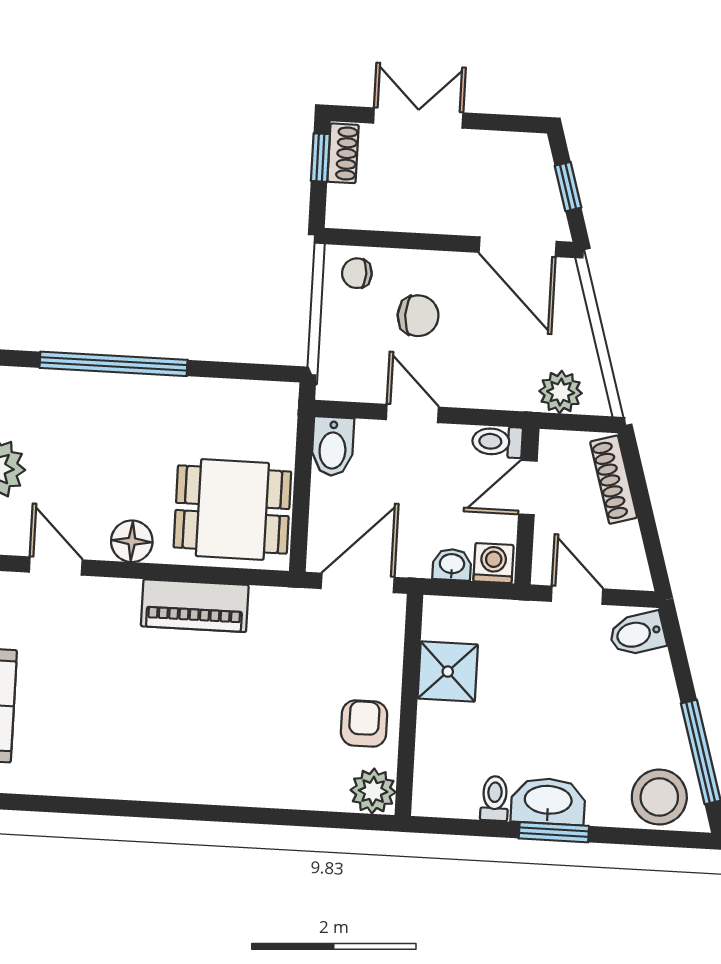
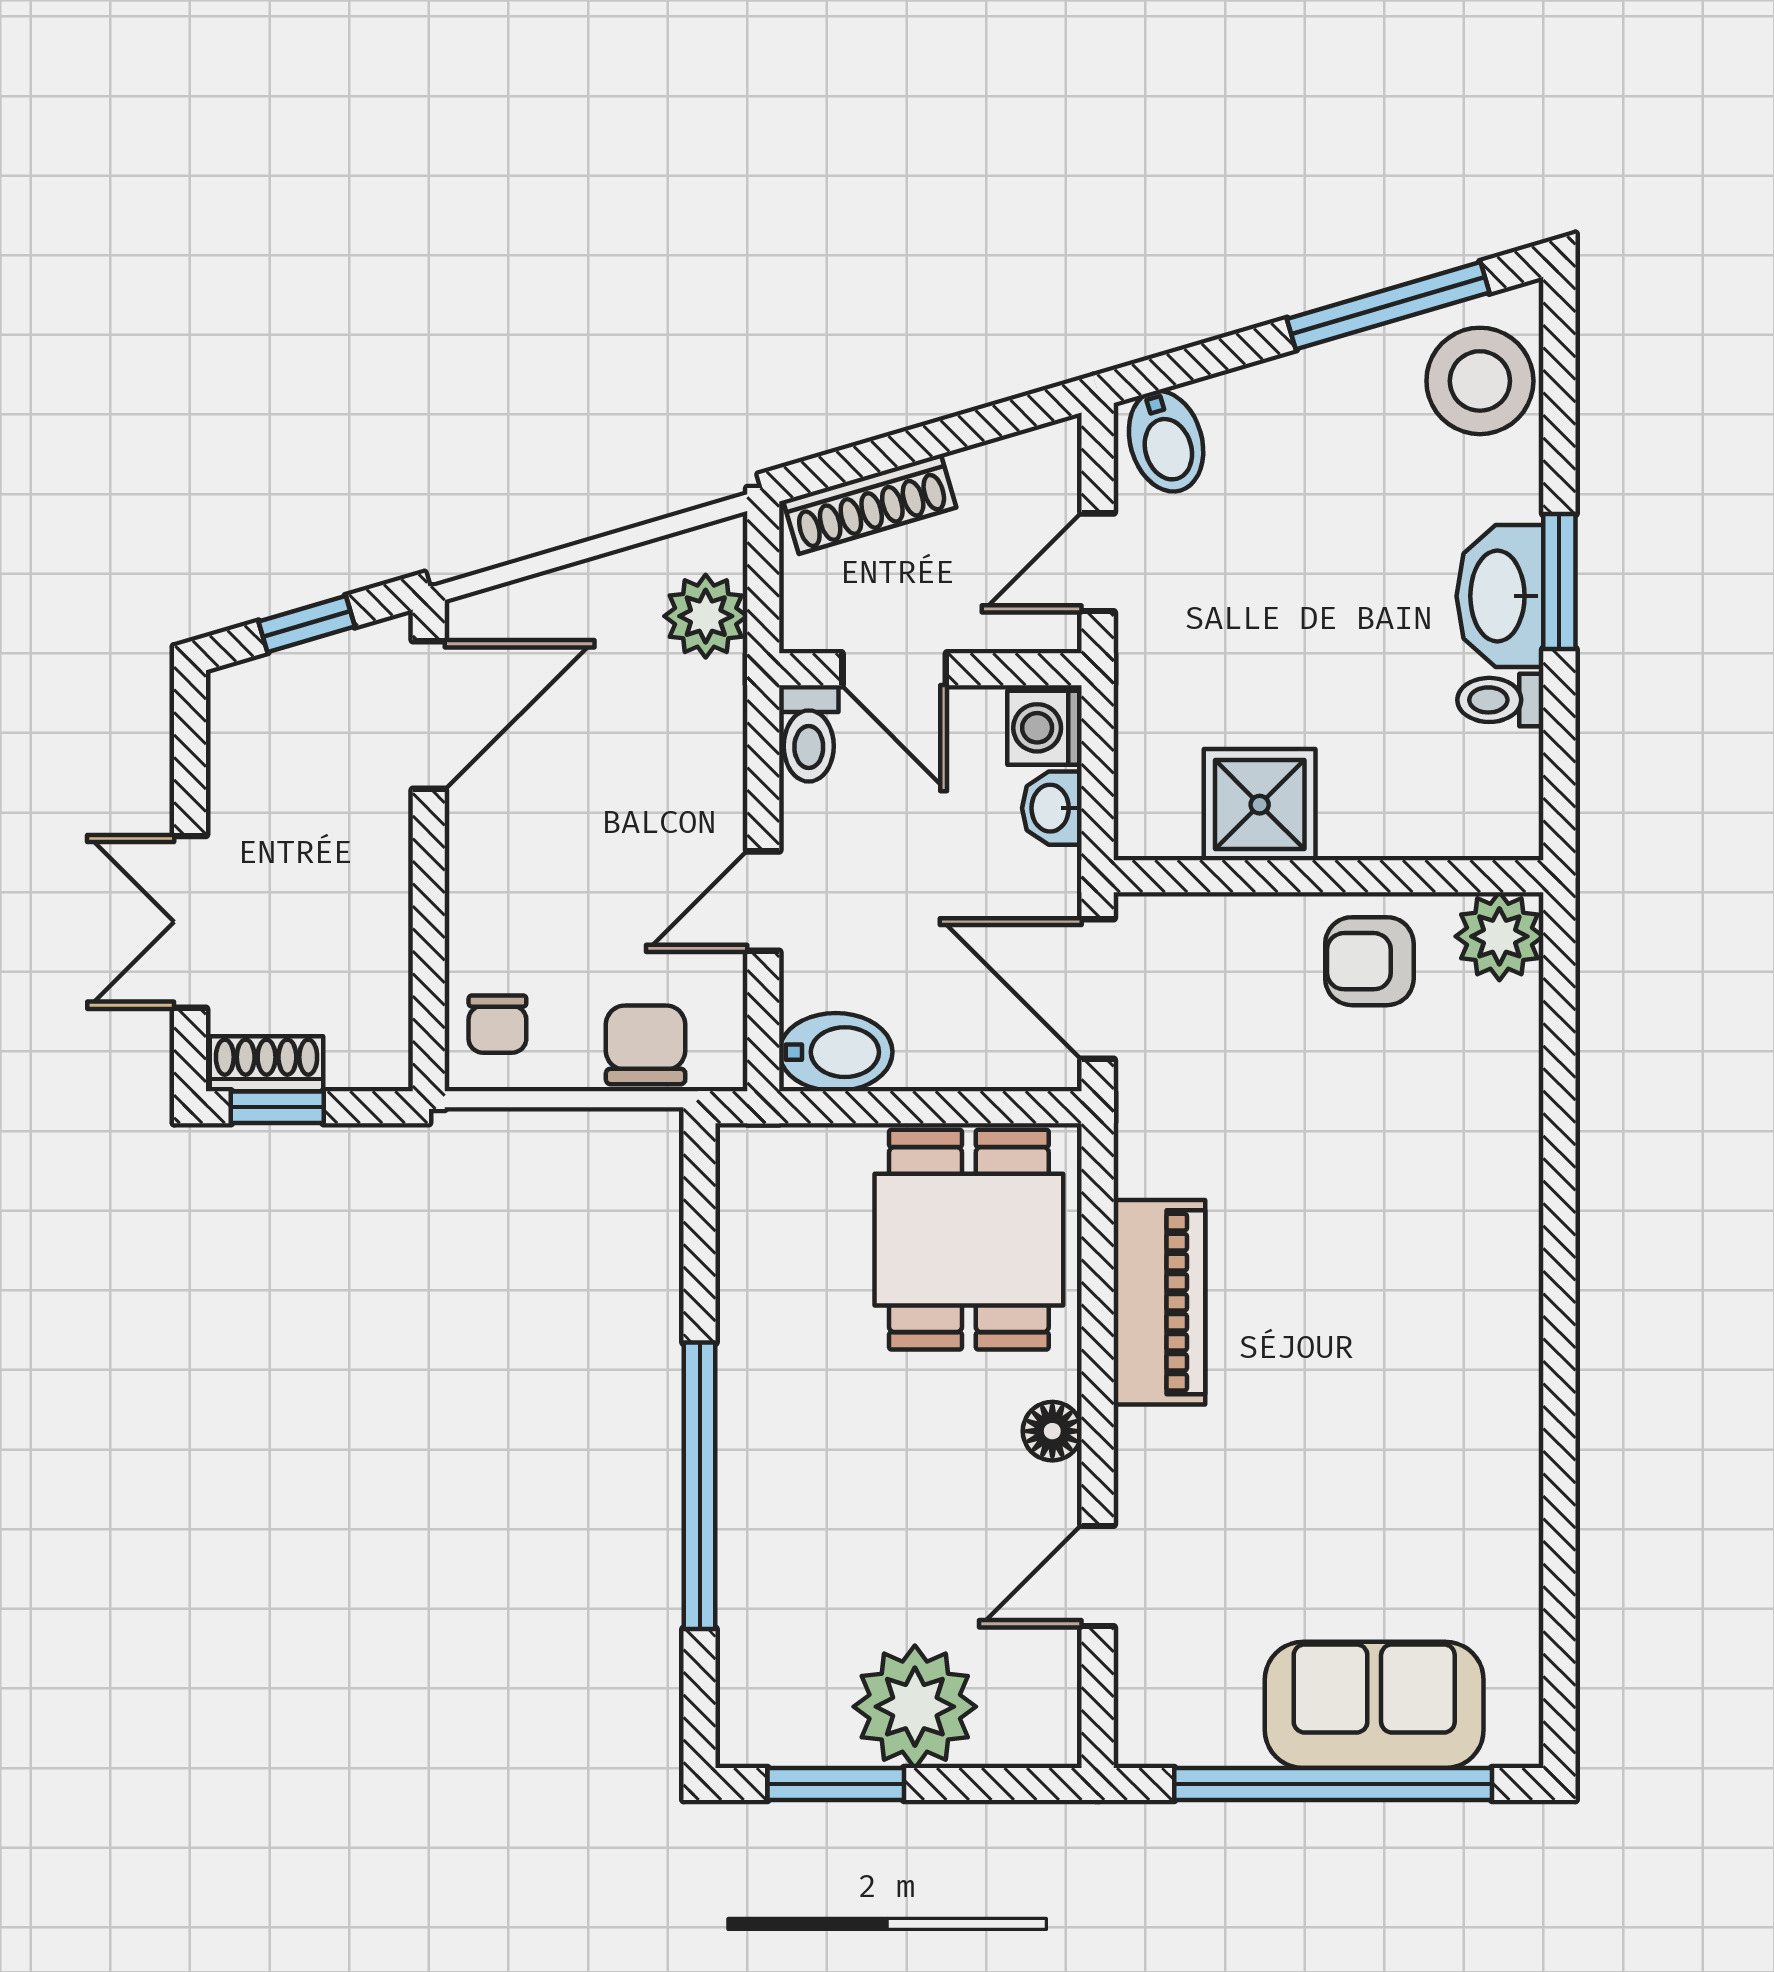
chair: (418, 316) -> (646, 1045), moved
floor lamp: (132, 541) -> (1052, 1431), width x0.73, depth x0.73

